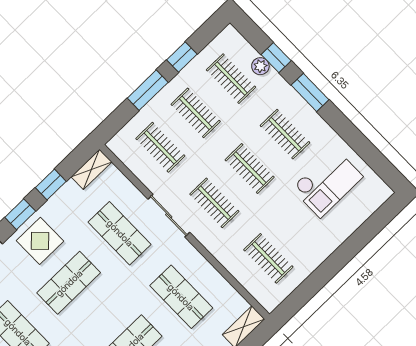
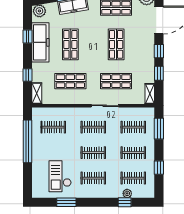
window: (148, 90) -> (159, 129), moved
window: (310, 92) -> (66, 202), moved
display table: (40, 241) -> (142, 49), removed
window: (323, 275) -> (27, 141), added

